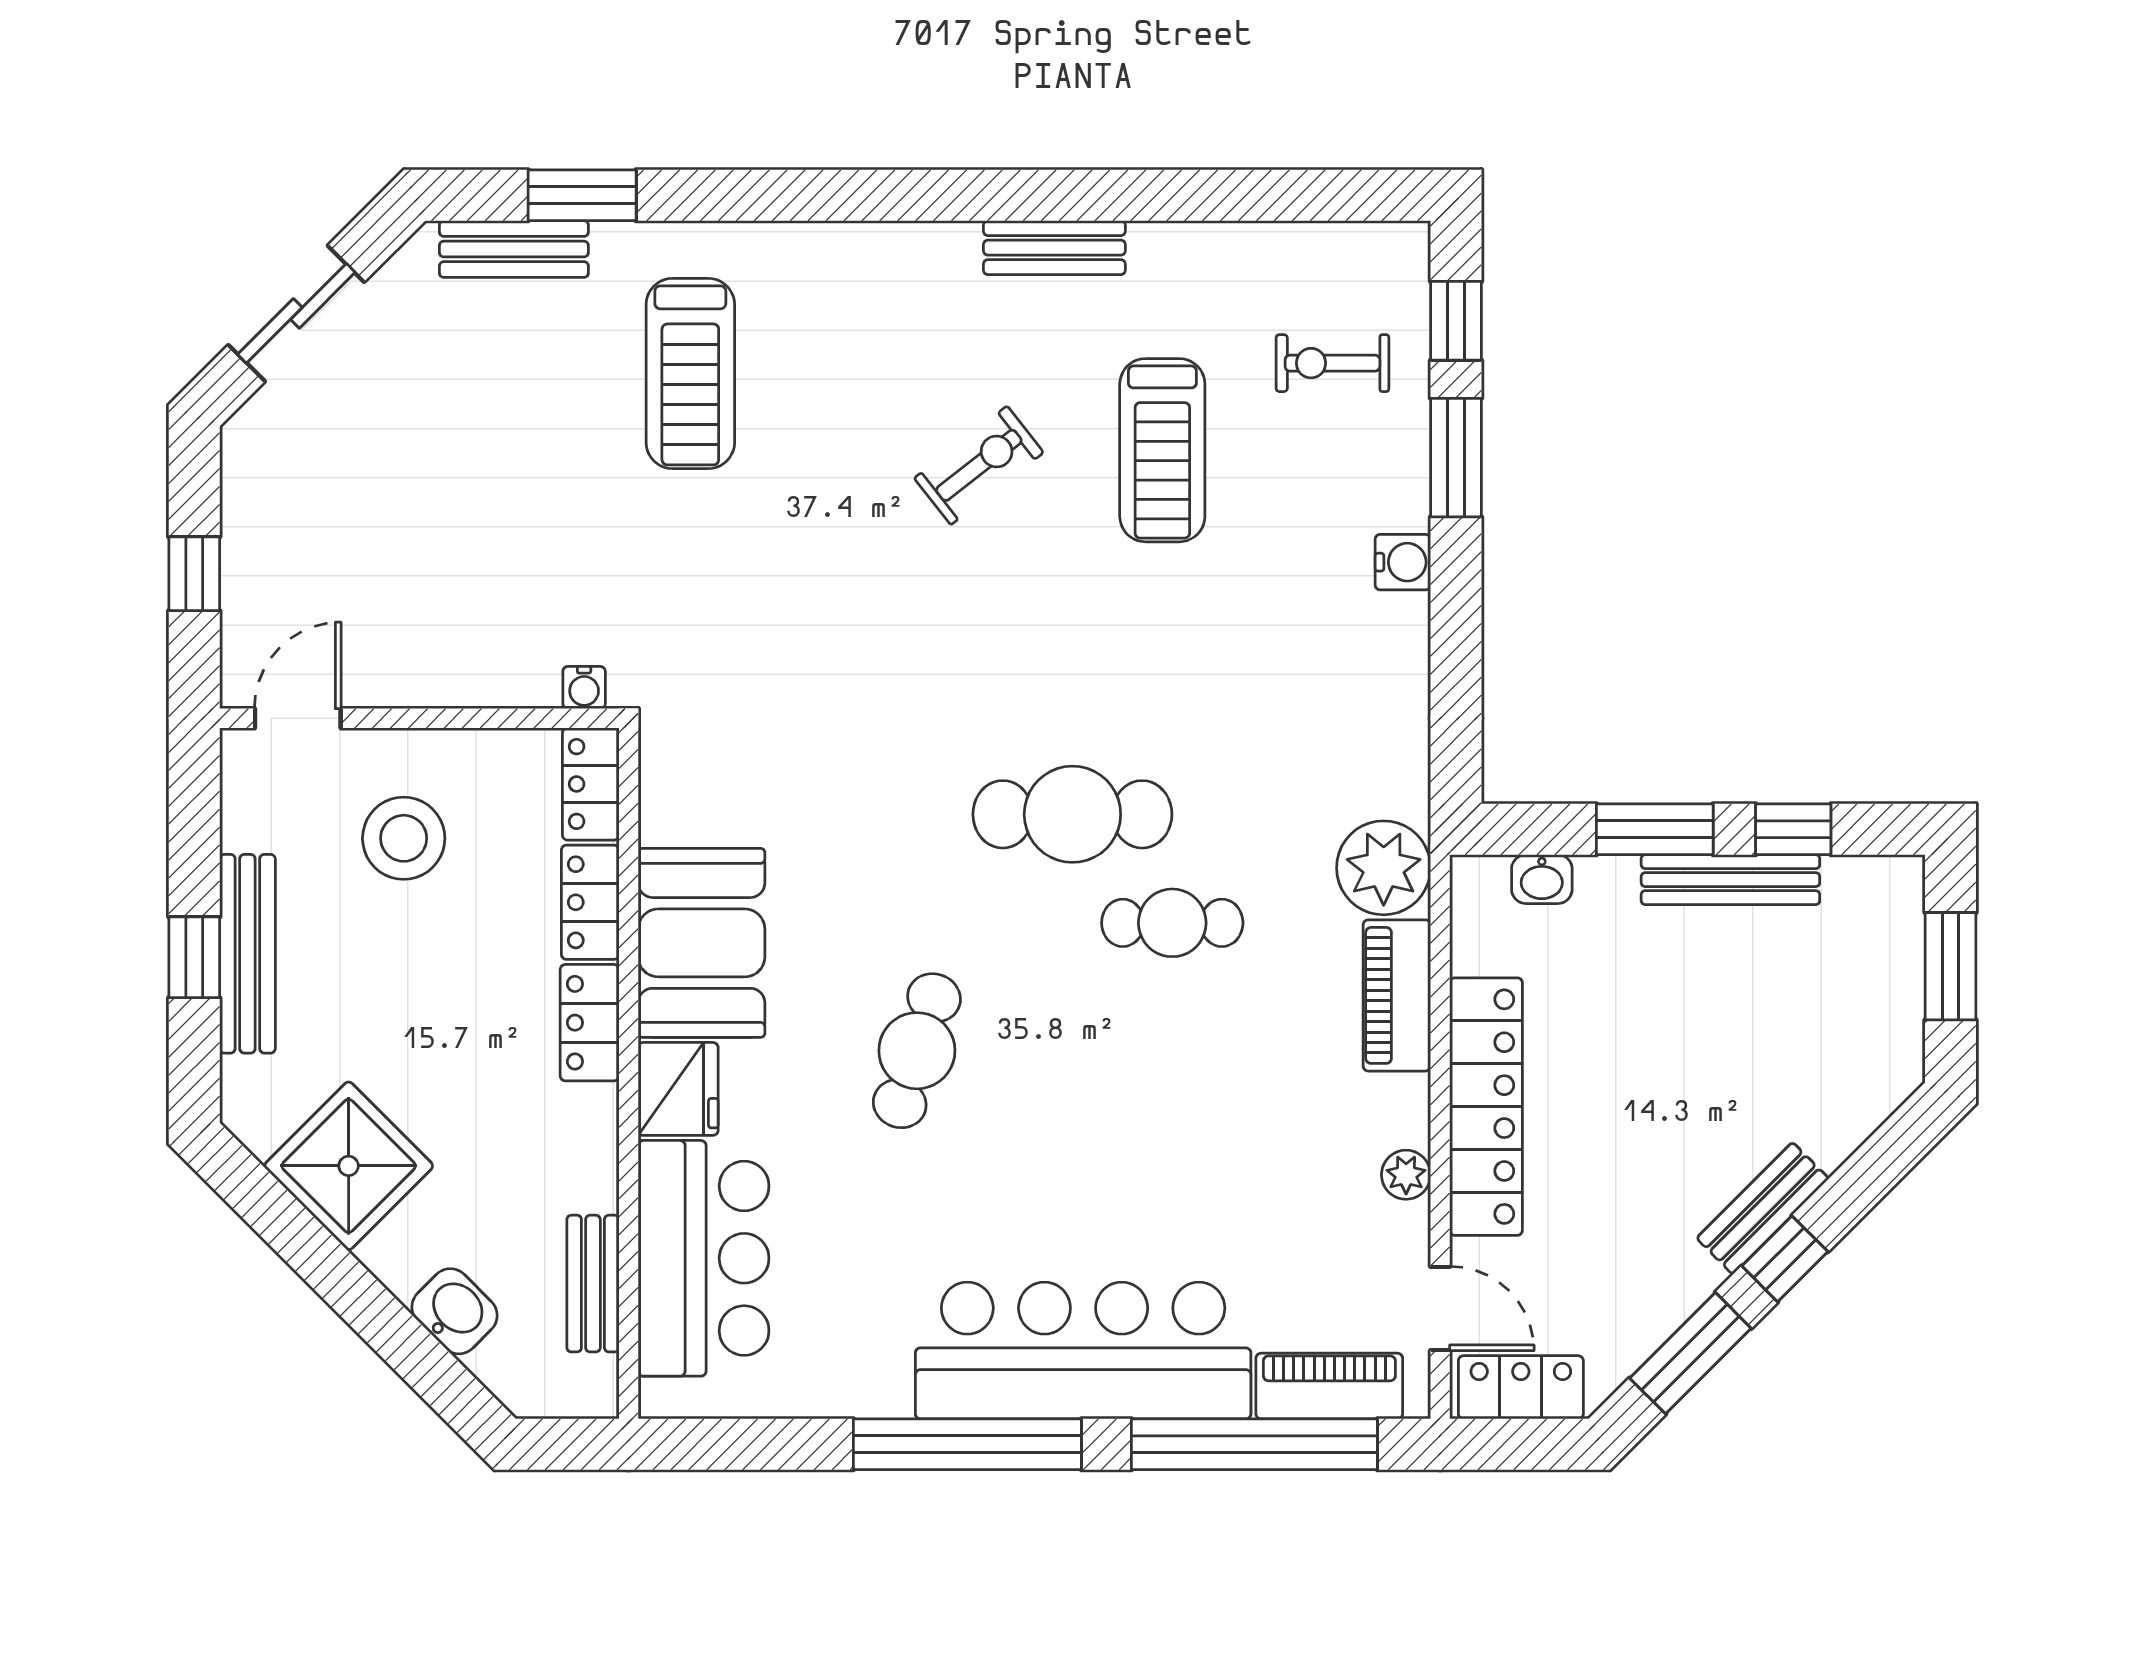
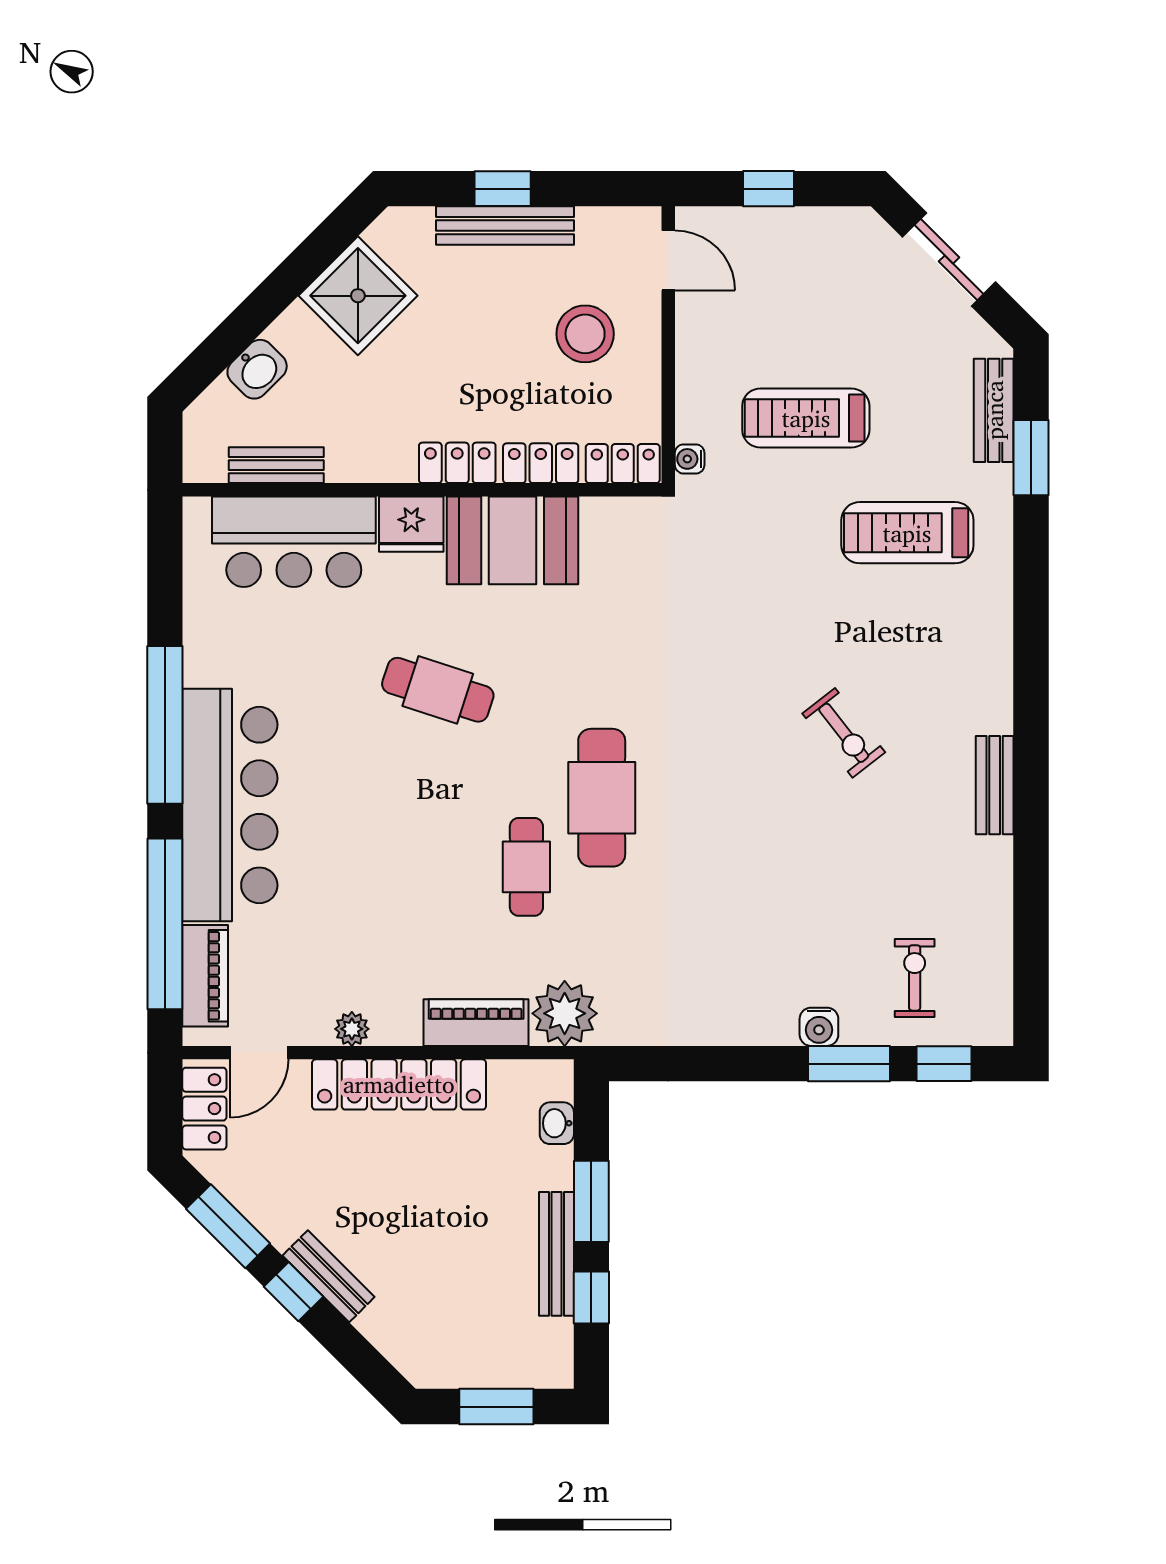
treadmill: (1162, 450) -> (806, 418), moved
water cooler: (1403, 562) -> (819, 1027), moved

